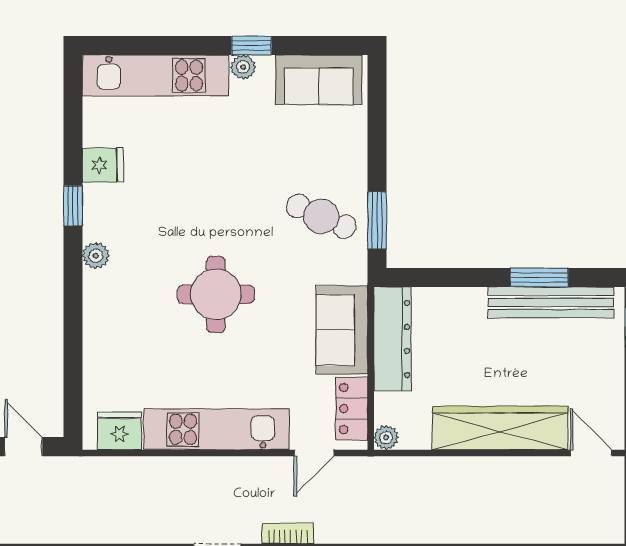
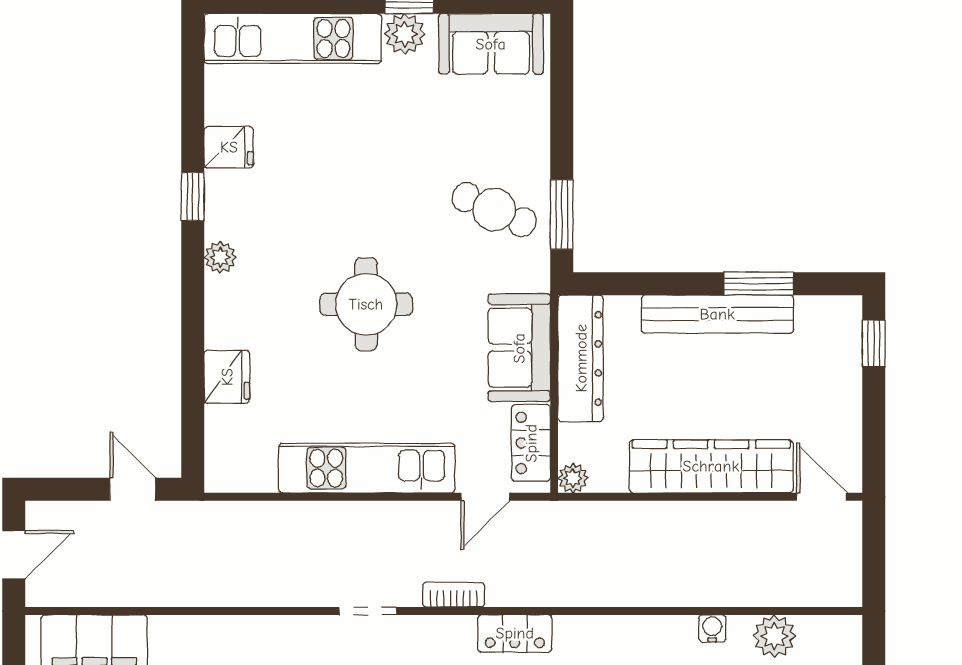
plant: (243, 67) -> (405, 34), width x1.38, depth x1.38
bench: (551, 302) -> (717, 314), moved
fridge: (120, 431) -> (227, 377), moved, turned 90

